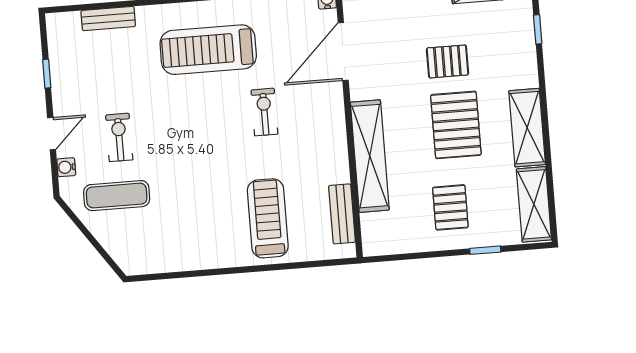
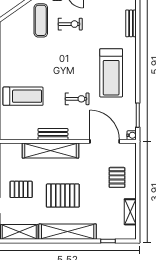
treadmill: (208, 50) -> (111, 73), turned 180
pallet: (447, 61) -> (117, 177), moved
shelving: (527, 128) -> (68, 232), width x1.47
bench: (342, 214) -> (53, 134), moved

